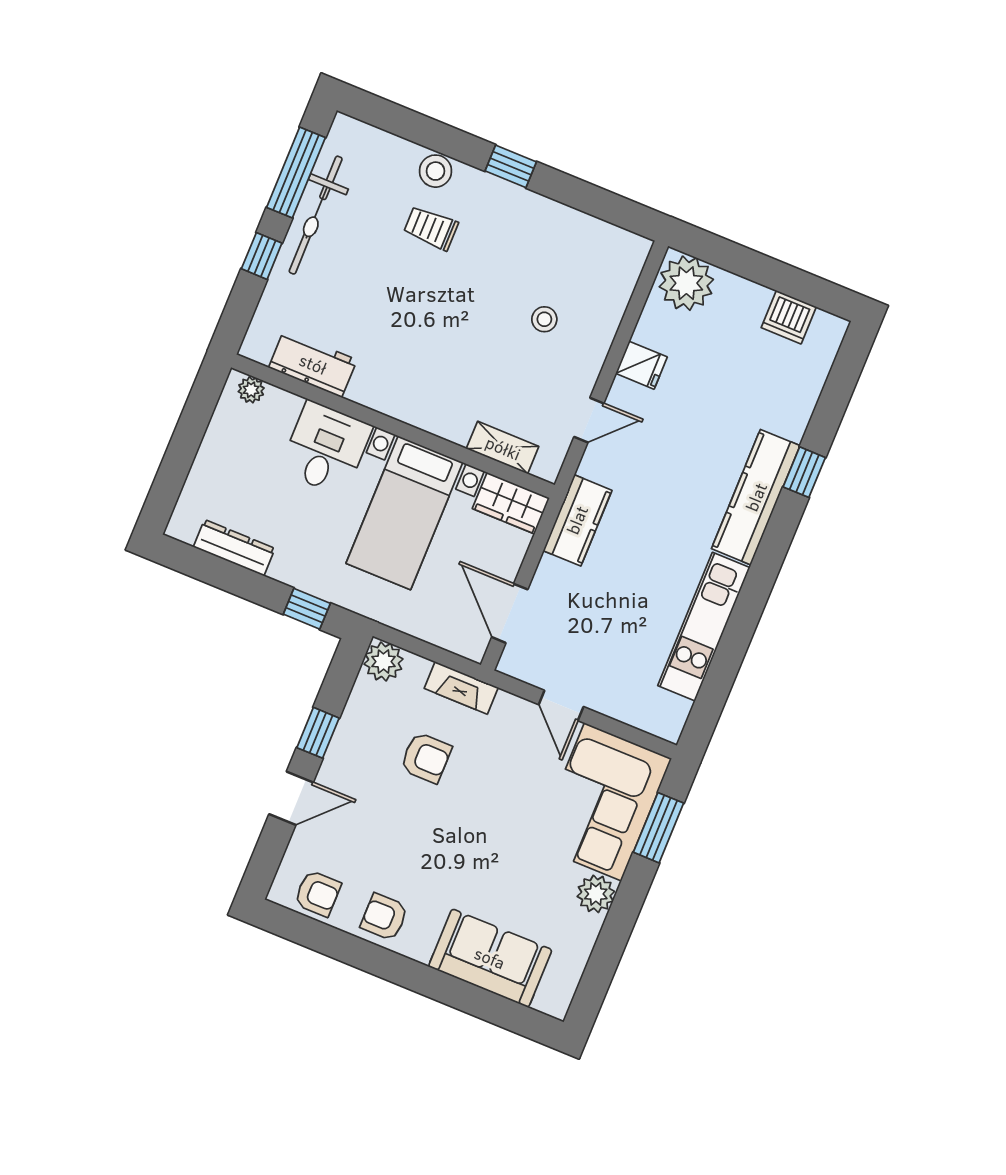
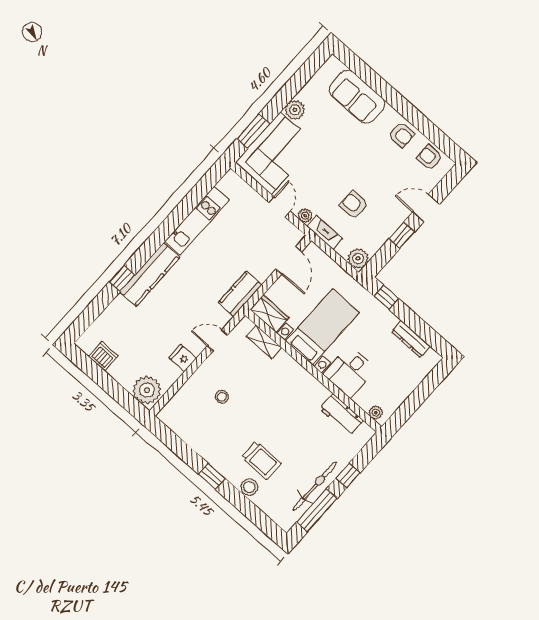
trolley: (431, 228) -> (261, 460), width x1.36, depth x1.39
plant: (508, 706) -> (305, 216), added

